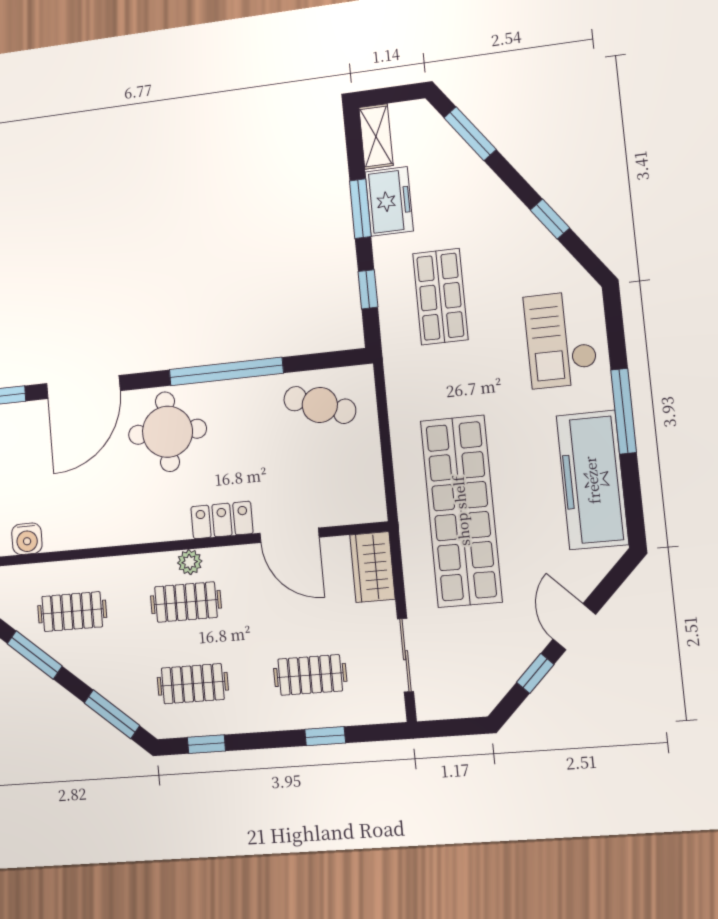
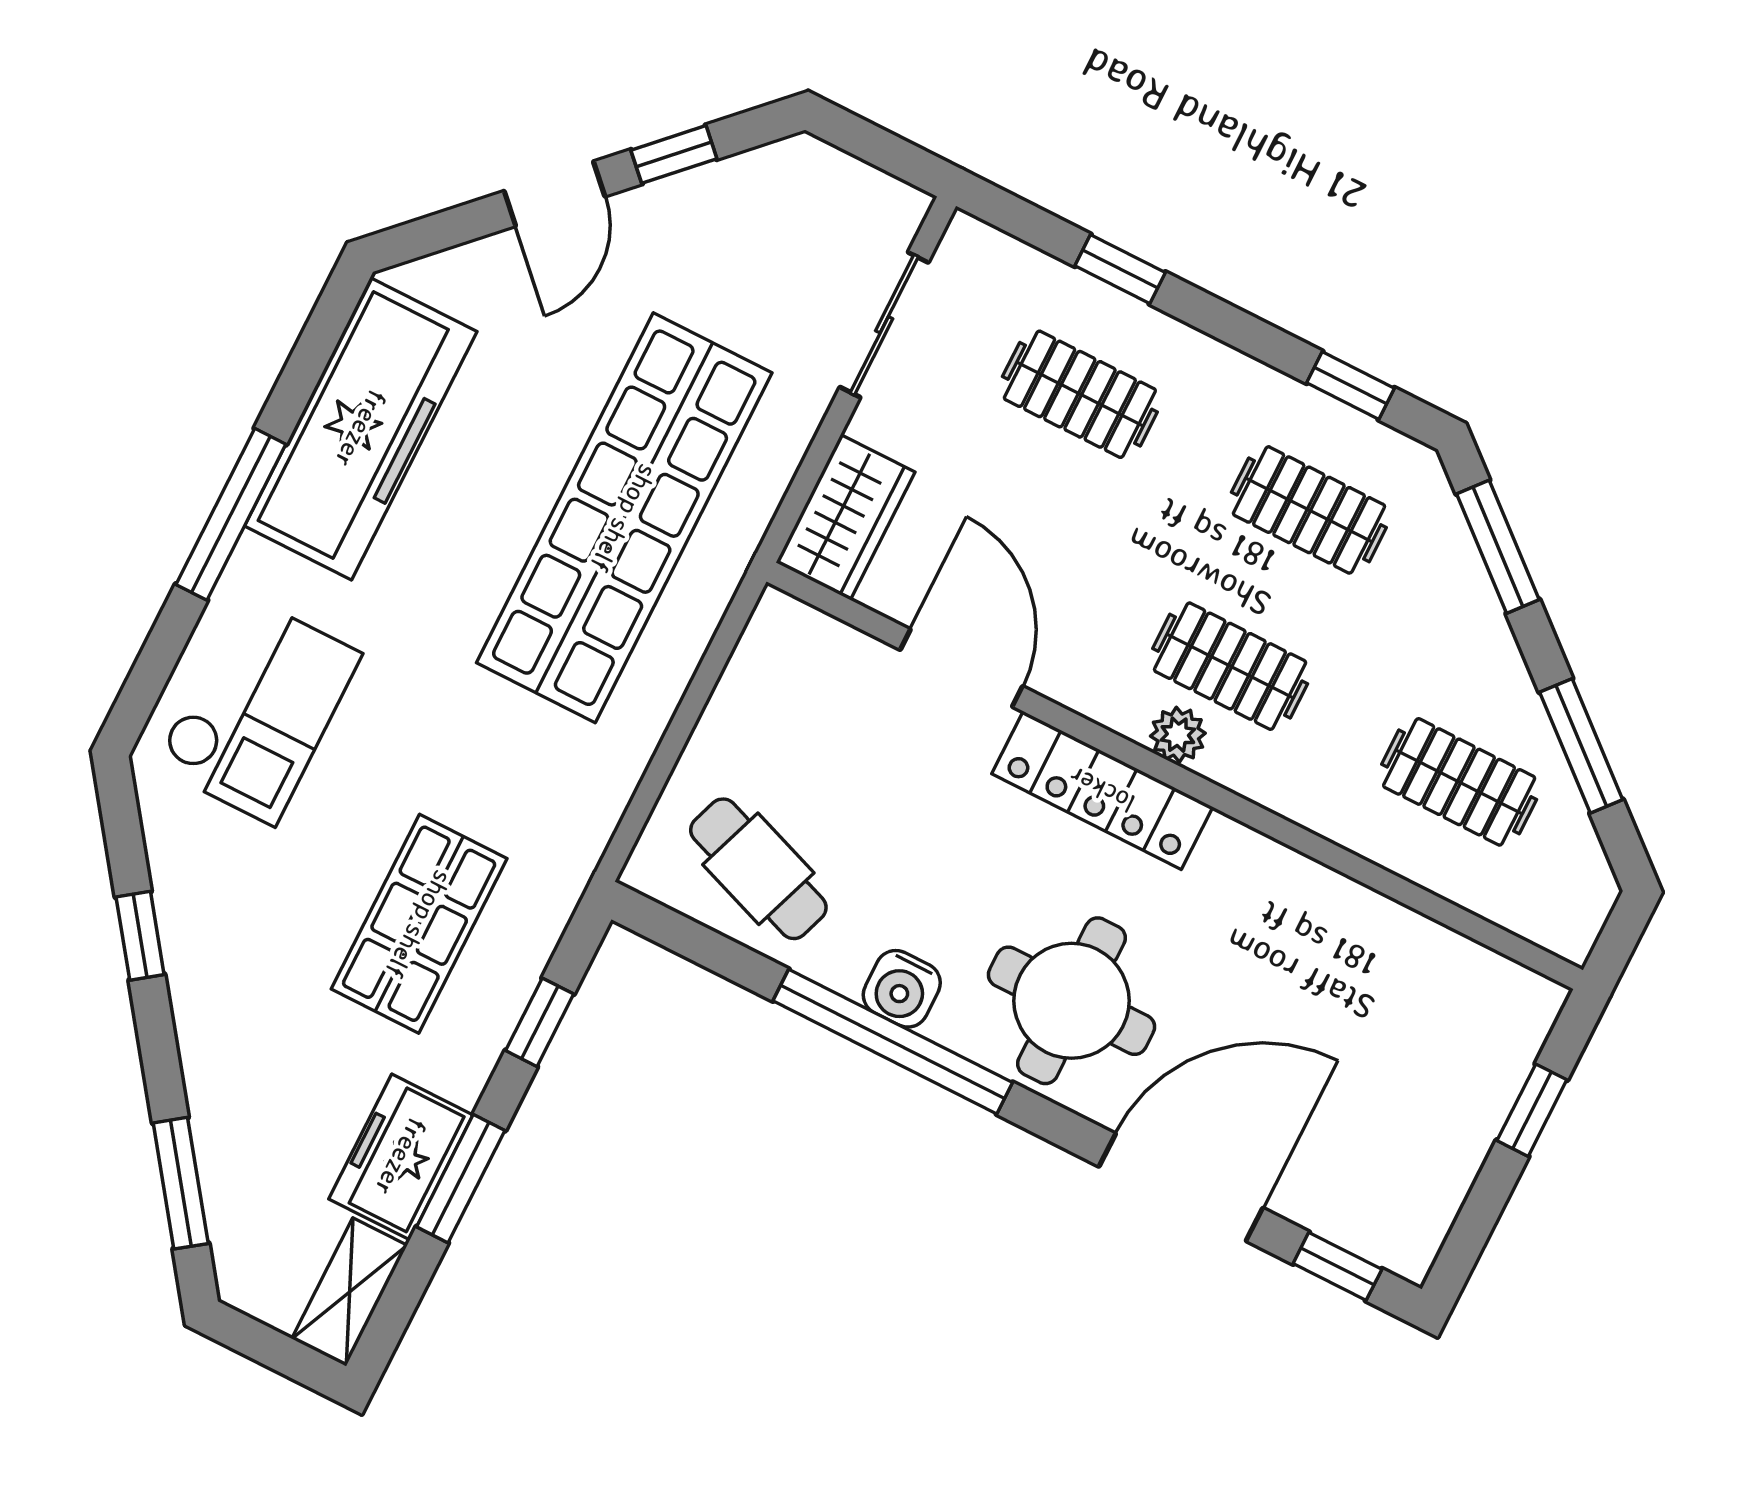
locker: (222, 520) -> (1102, 790), width x1.53
water cooler: (27, 539) -> (902, 989), moved, turned 180

